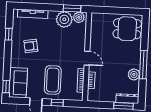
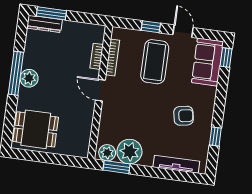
plant: (134, 74) -> (29, 78), moved

